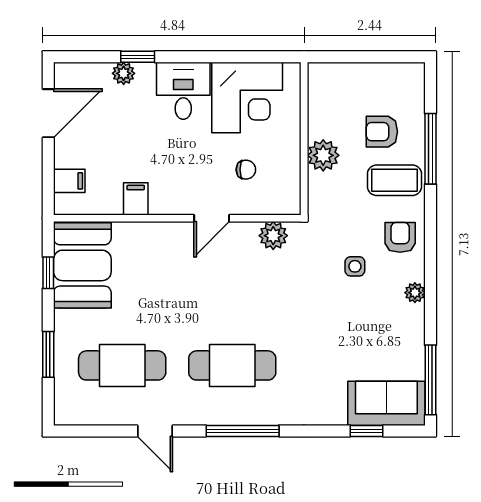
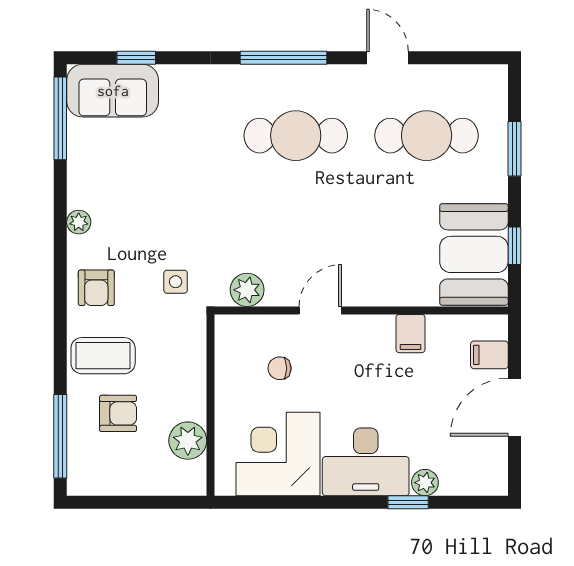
desk: (183, 91) -> (366, 462), width x1.37
door: (48, 113) -> (514, 407), moved
window: (430, 149) -> (60, 436), moved
plant: (323, 155) -> (188, 441), moved
side table: (355, 266) -> (176, 282), moved

